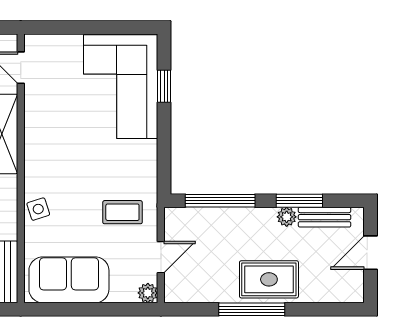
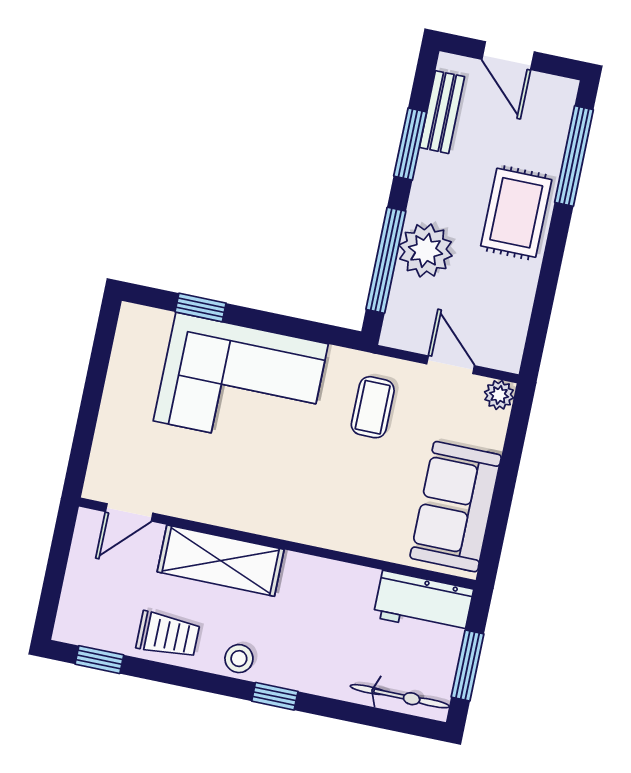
corner sofa: (121, 87) -> (241, 382), moved
side table: (38, 209) -> (342, 530), removed
plant: (287, 217) -> (426, 250), moved, width x1.87, depth x1.87
window: (252, 309) -> (574, 156), moved

